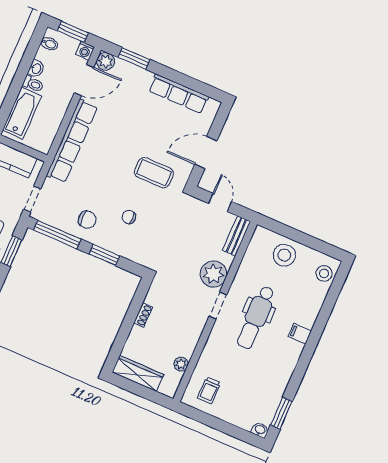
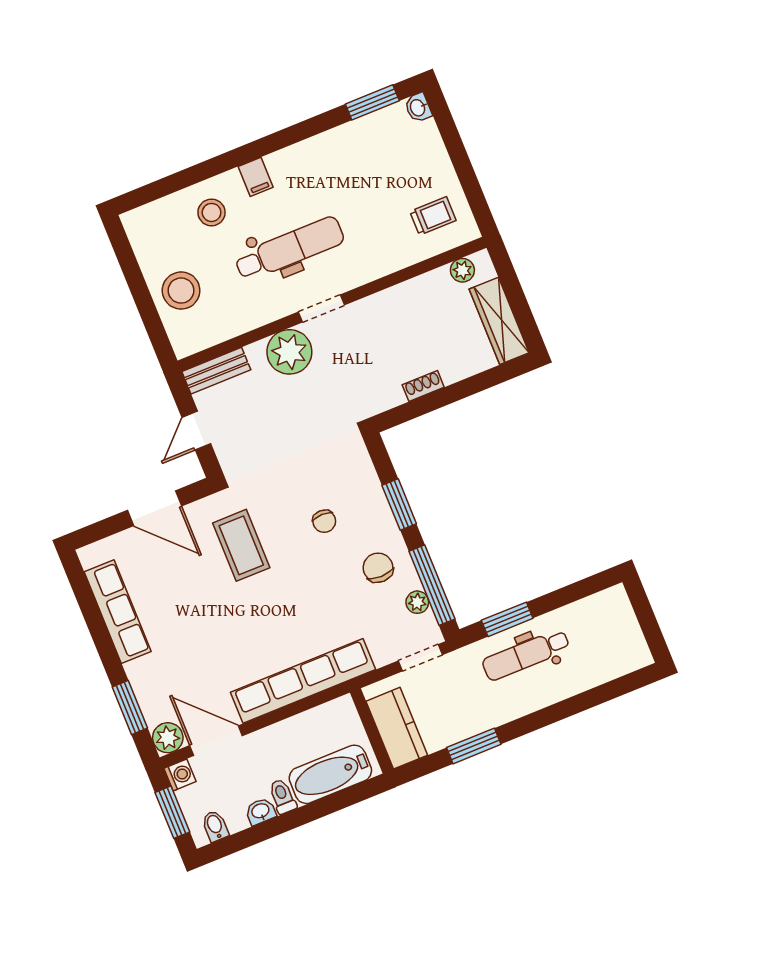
plant: (56, 221) -> (417, 602), added
stool: (324, 273) -> (212, 212), moved
plant: (181, 364) -> (462, 270), moved

